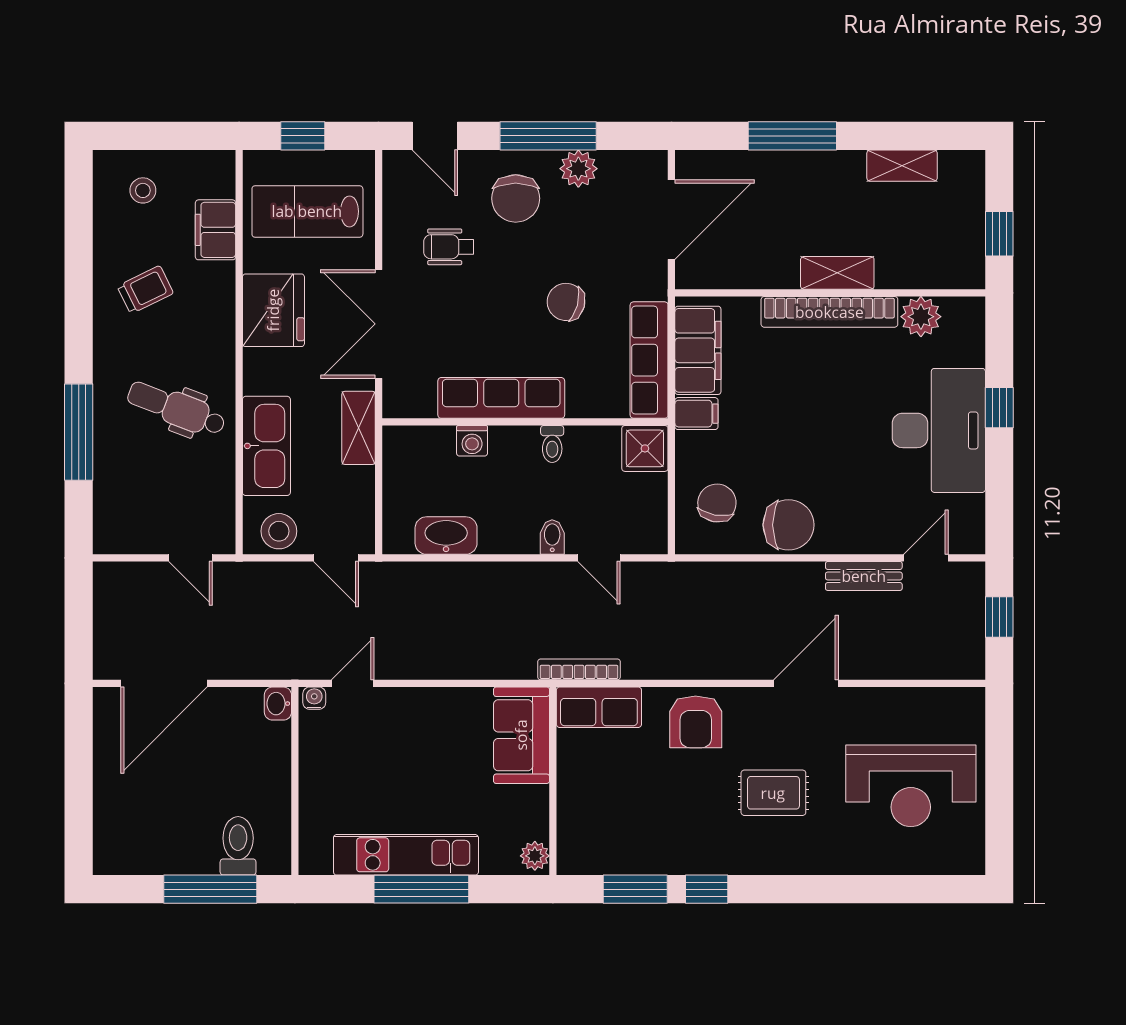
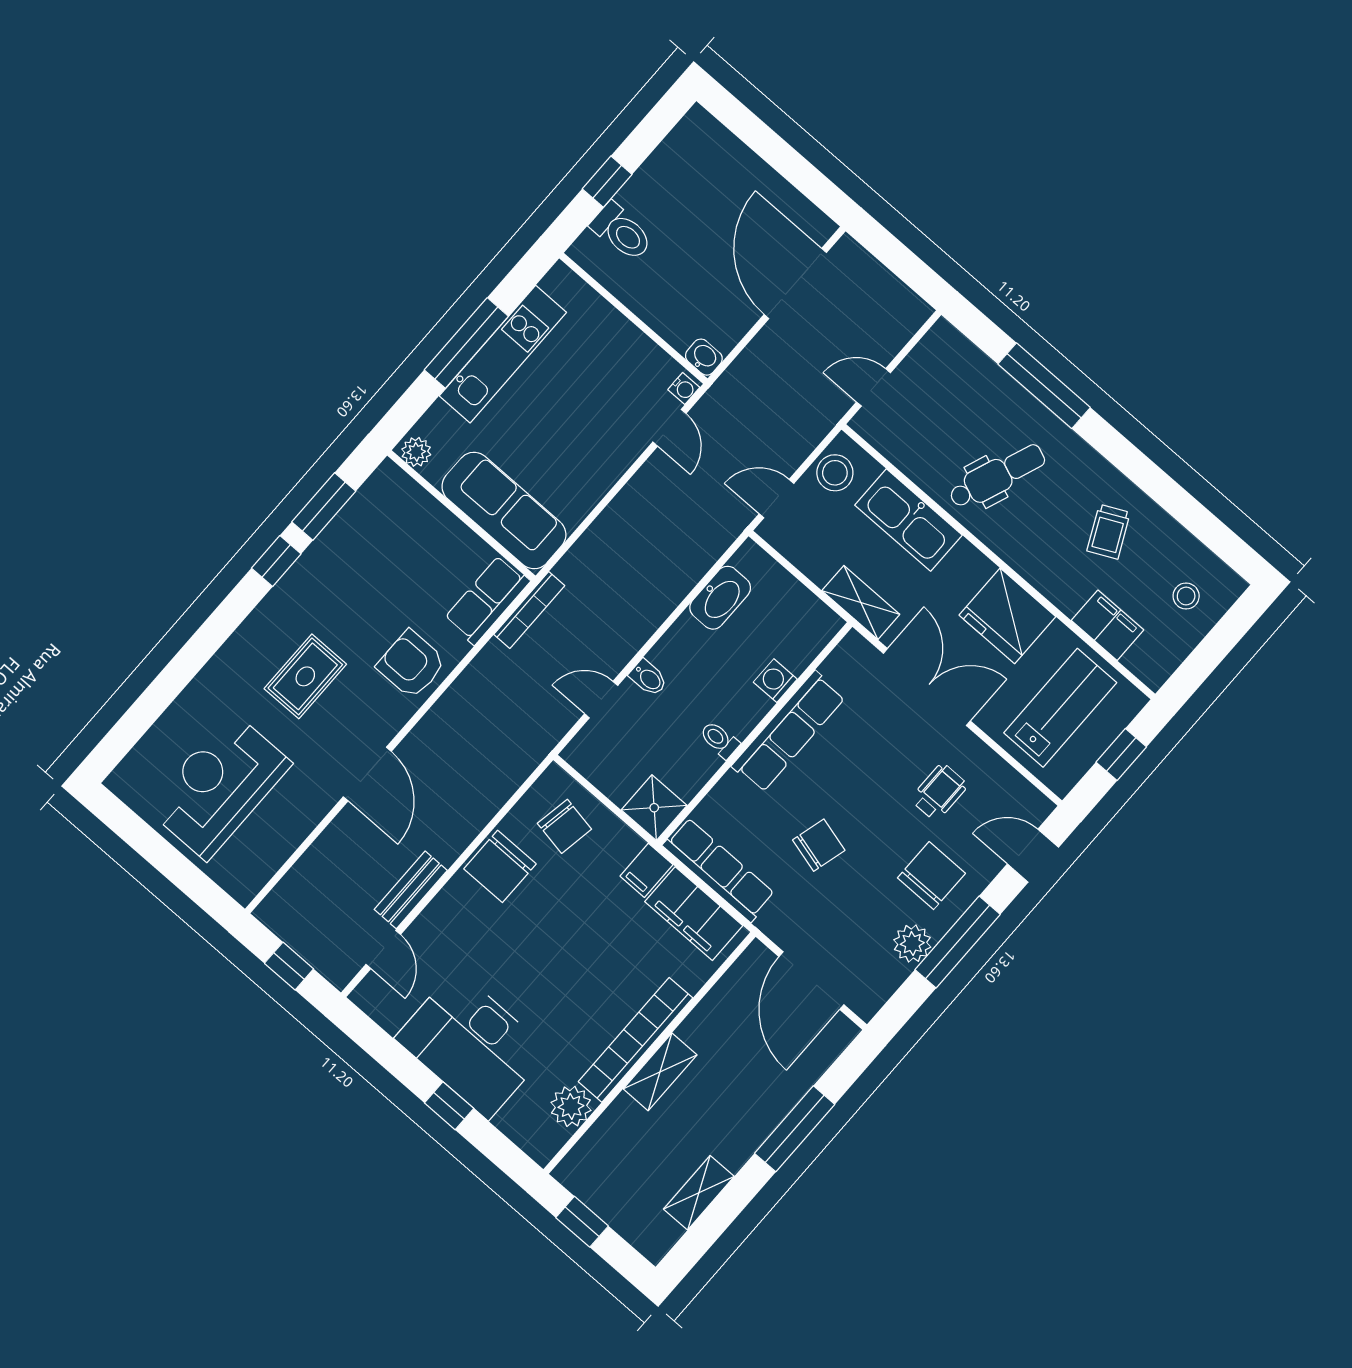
chair: (516, 198) -> (931, 876), turned 90
sofa: (521, 735) -> (504, 511), width x1.36
window: (210, 889) -> (607, 182), width x0.46

